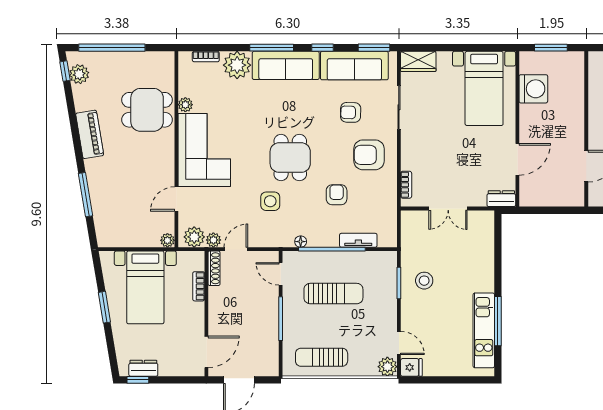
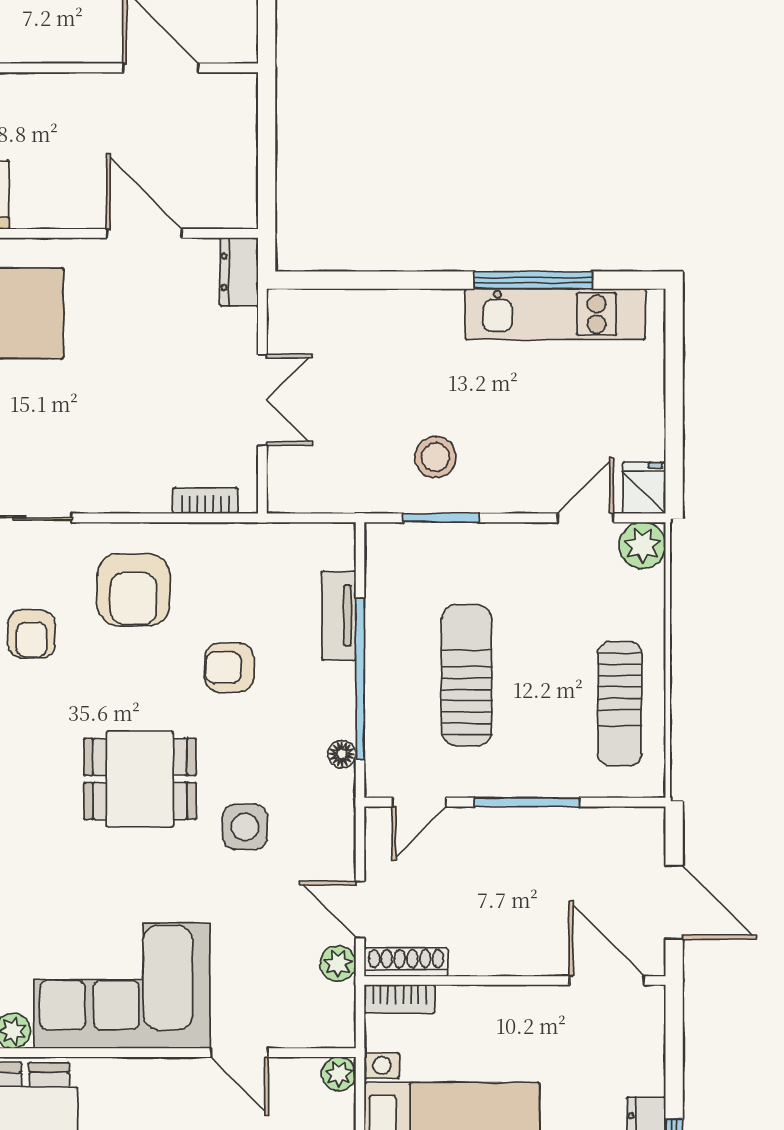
plant: (194, 237) -> (331, 1010), removed
bookcase: (199, 286) -> (400, 999), moved

